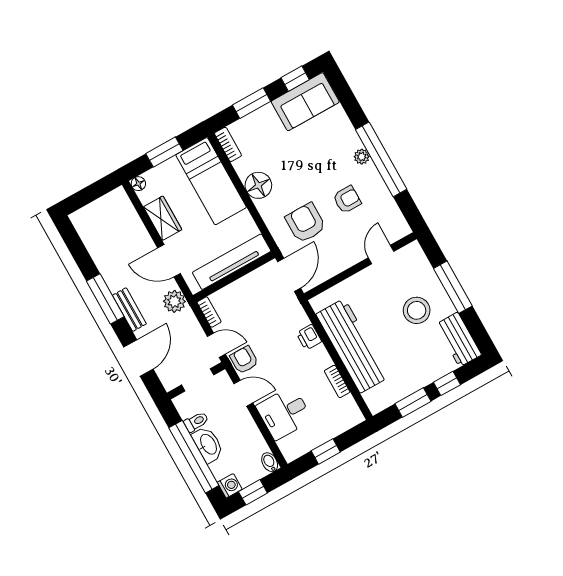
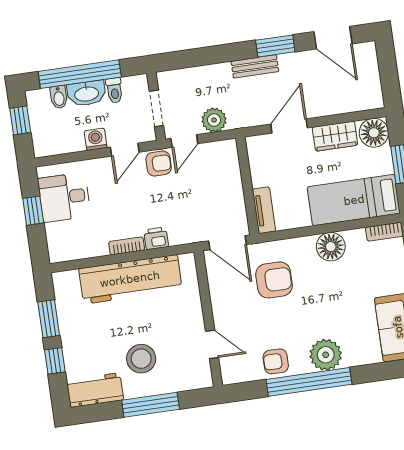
plant: (362, 157) -> (326, 355), width x1.88, depth x1.88
floor lamp: (138, 184) -> (374, 133), width x1.89, depth x1.89
armchair: (347, 199) -> (276, 361), moved, turned 90
tv unit: (232, 262) -> (264, 210), width x0.52, depth x0.78
window: (105, 299) -> (275, 46), width x0.69
plant: (174, 301) -> (214, 120), moved
bookcase: (209, 312) -> (221, 147), removed
door: (138, 358) -> (333, 38), moved
bookcase: (337, 381) -> (127, 246), moved
desk: (284, 413) -> (64, 197), moved, turned -90
bidet: (270, 462) -> (59, 97), moved, turned 90
washing machine: (230, 486) -> (96, 139), moved, turned 180

